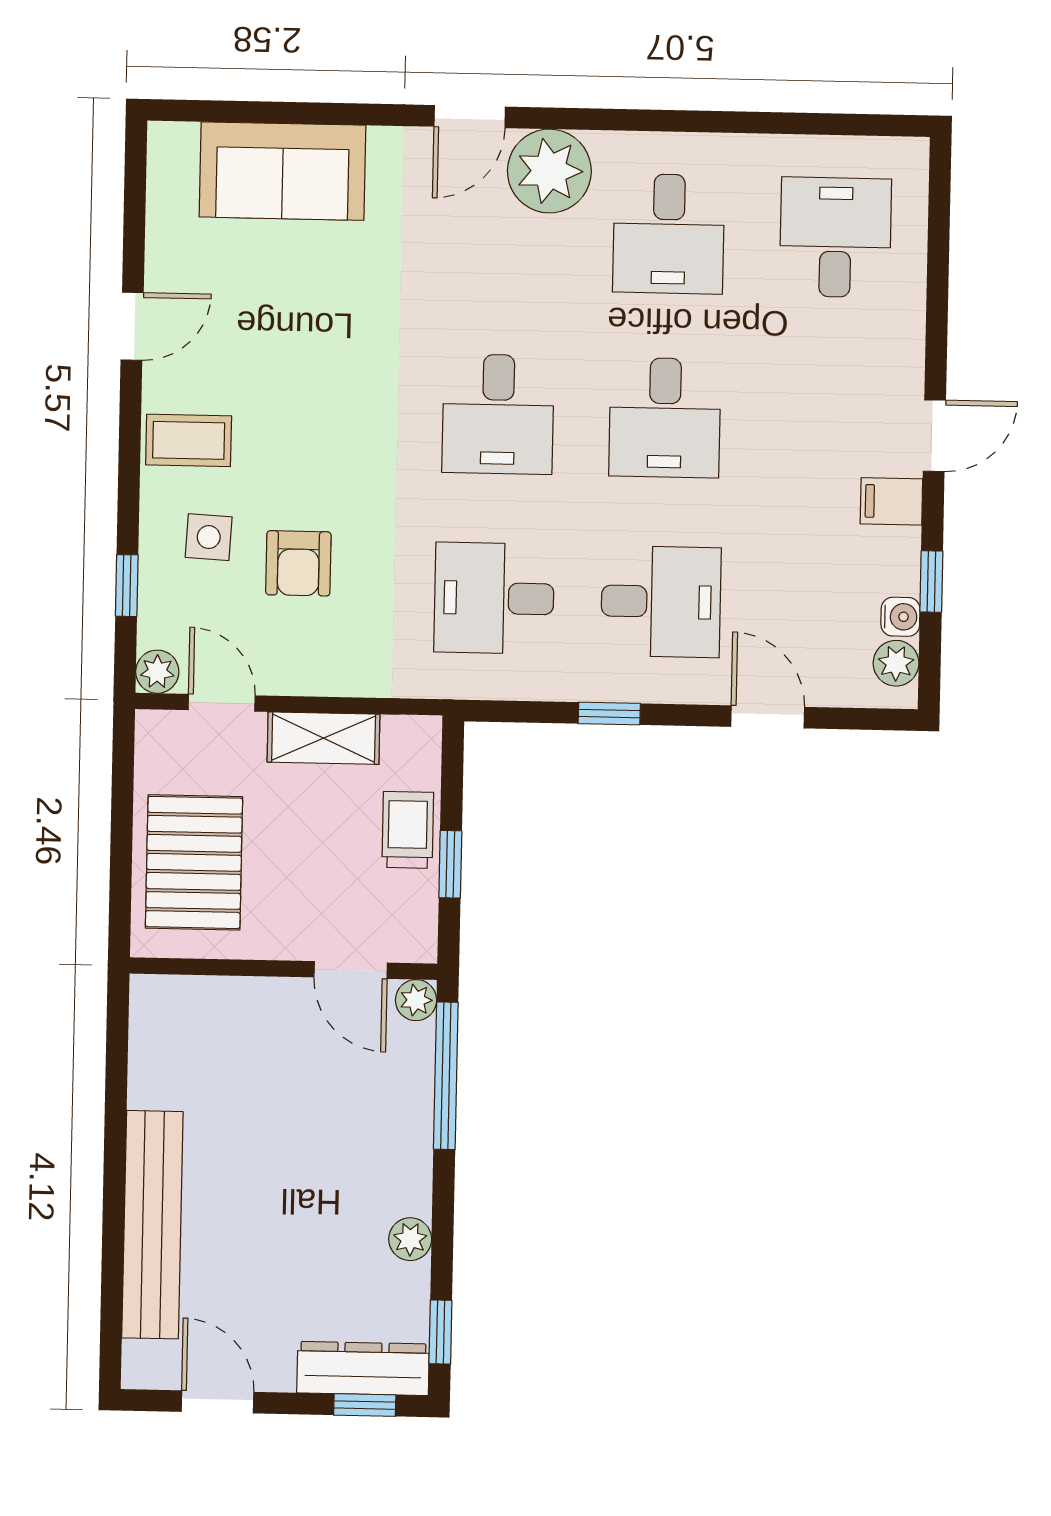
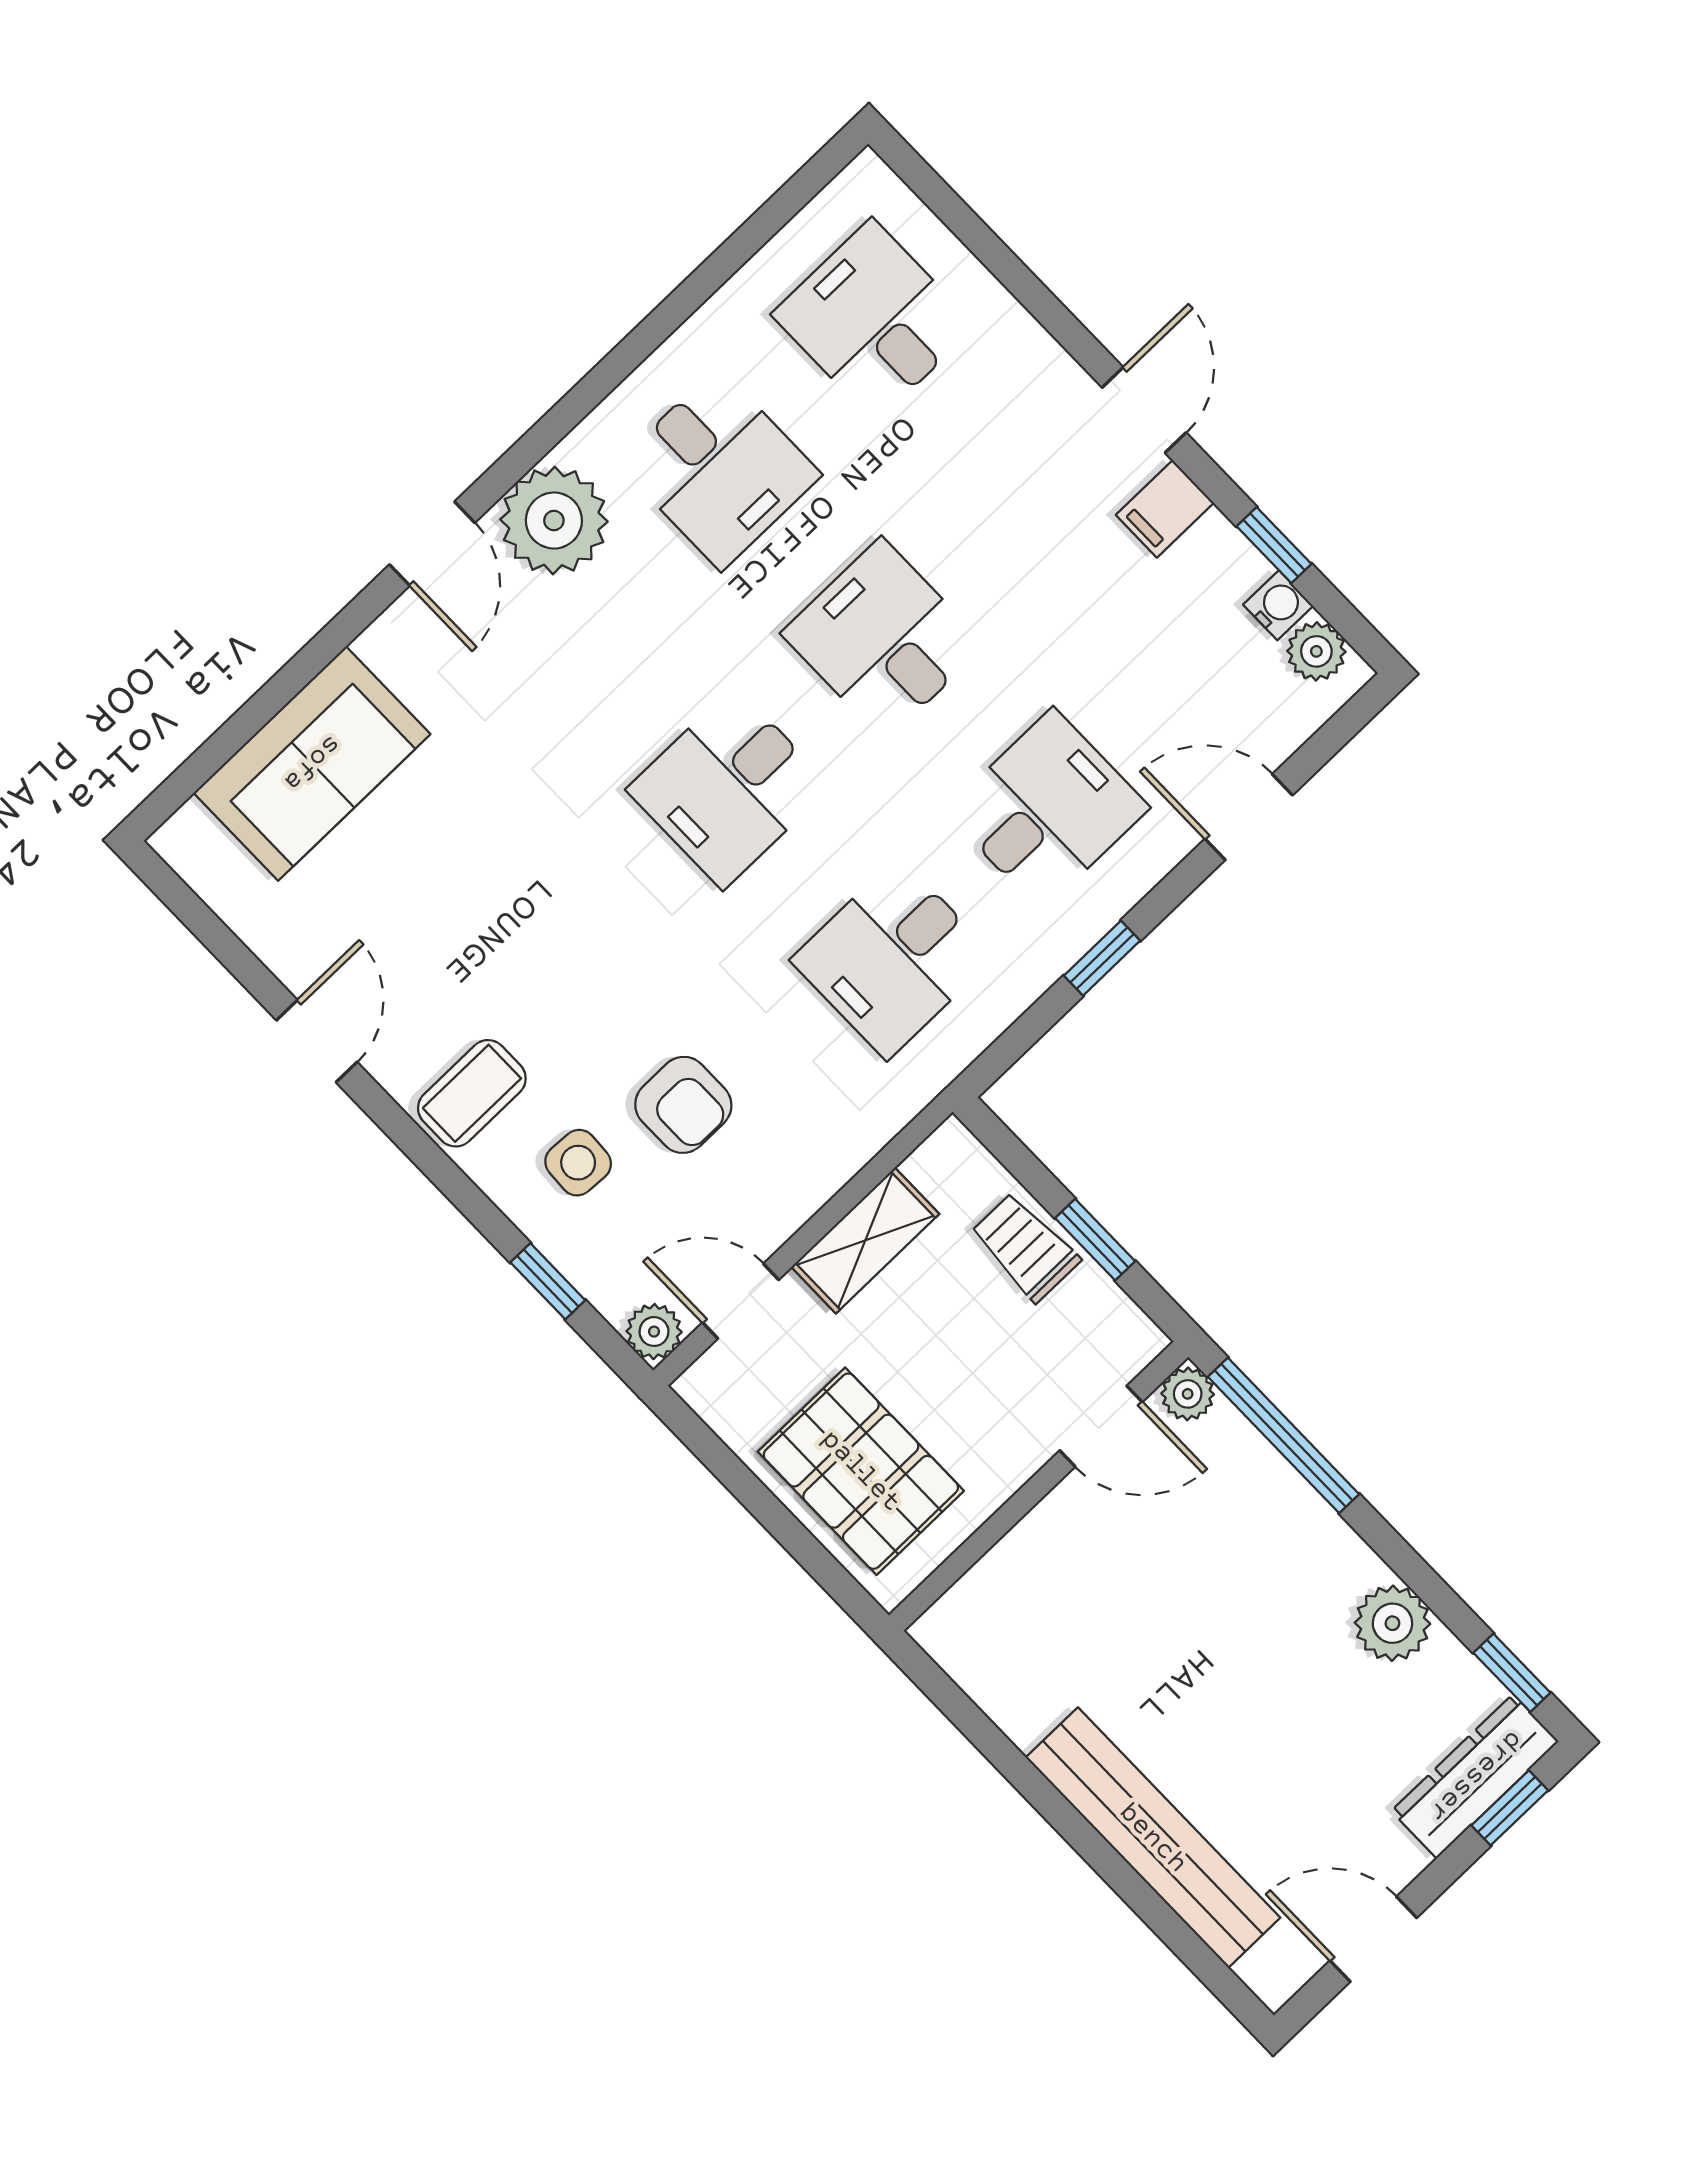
desk: (498, 414) -> (729, 788), turned 90
desk: (665, 418) -> (883, 639), turned 180
plant: (410, 1239) -> (1392, 1623), width x1.38, depth x1.38

